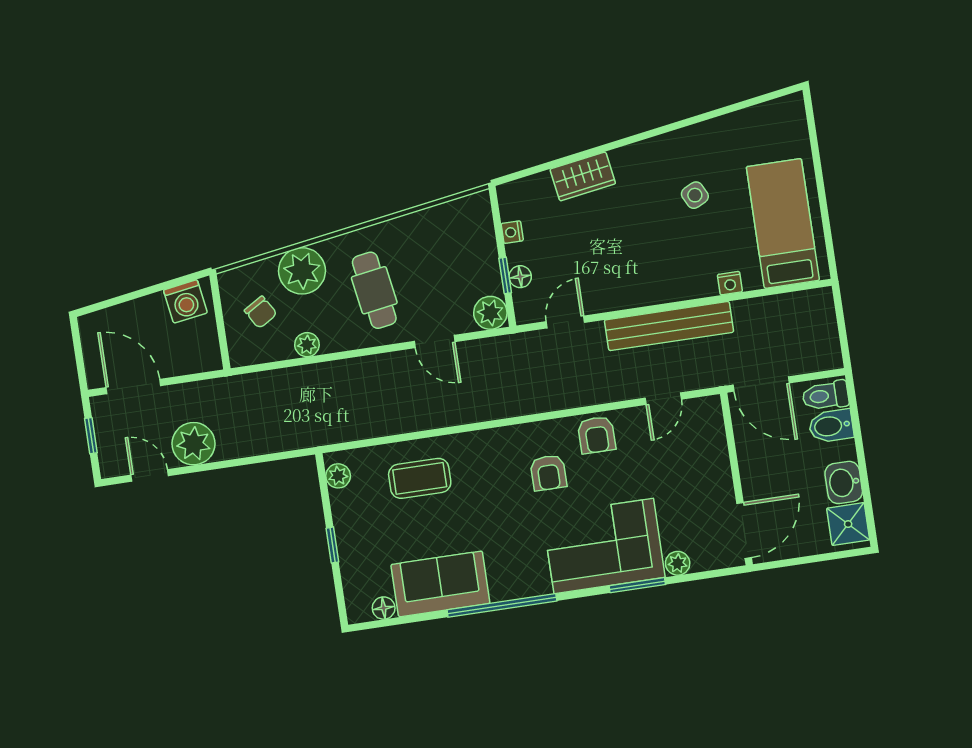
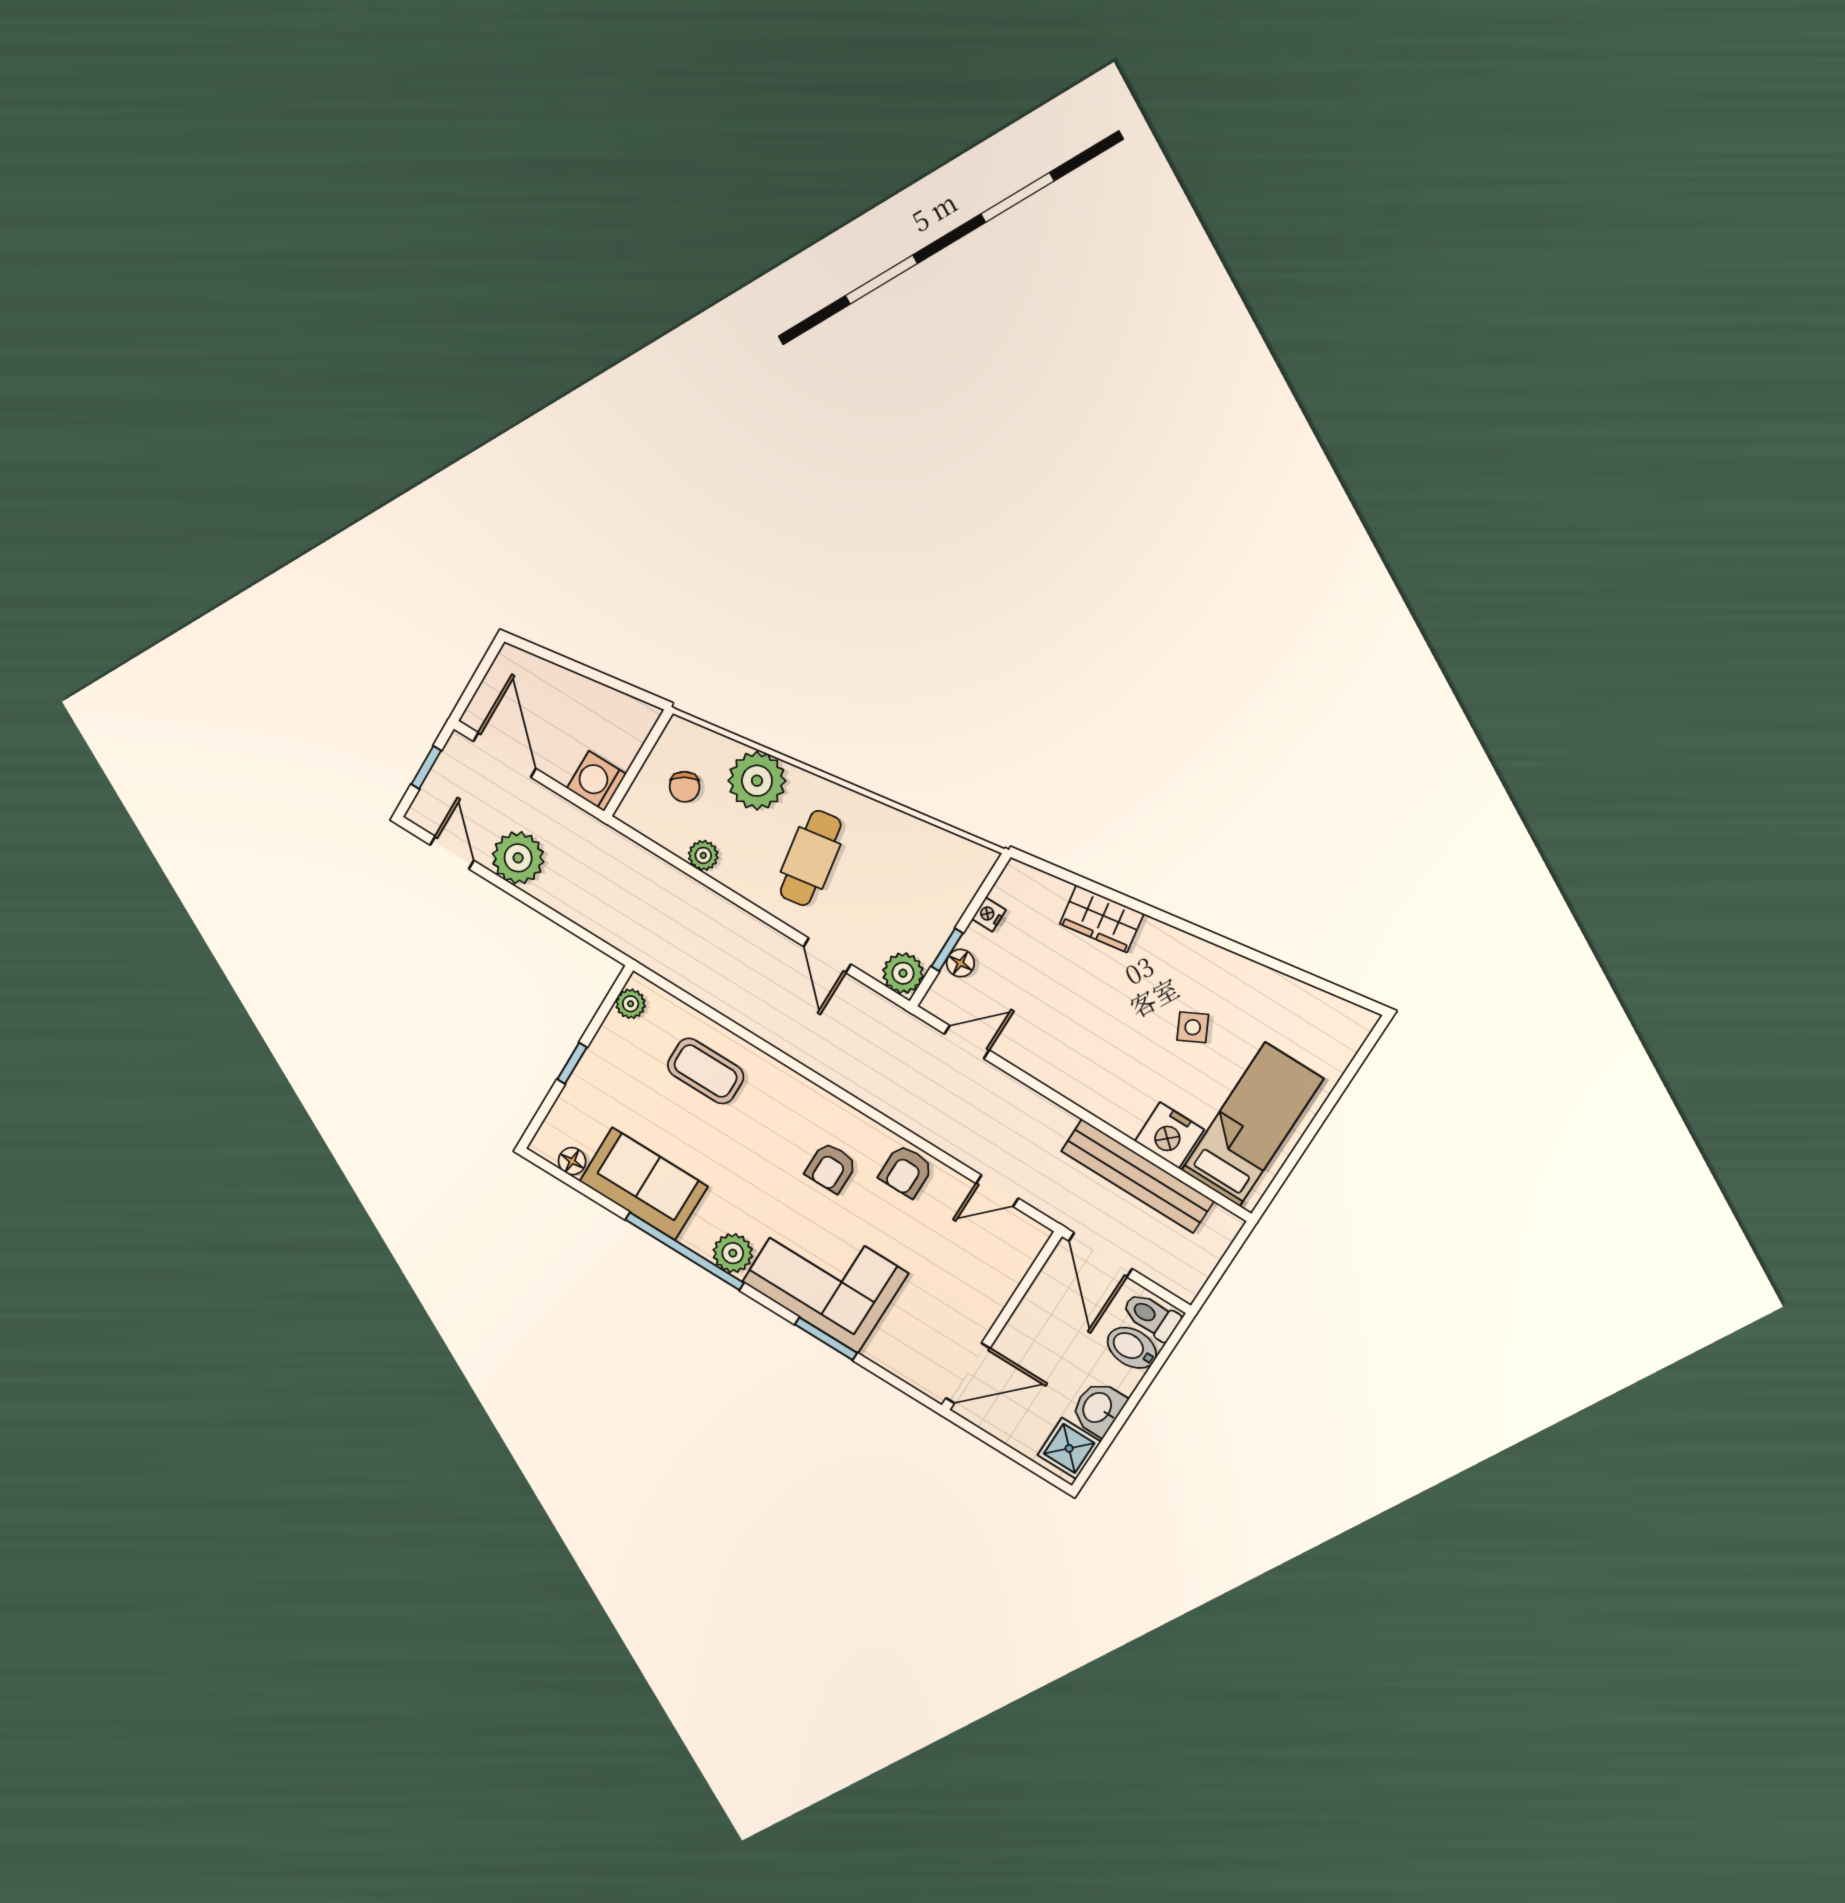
nightstand: (730, 283) -> (1169, 1135), width x1.89, depth x1.79
washing machine: (185, 301) -> (596, 781), moved, turned 99
bench: (669, 326) -> (1138, 1176), moved
plant: (678, 563) -> (733, 1253), moved, width x1.38, depth x1.38

